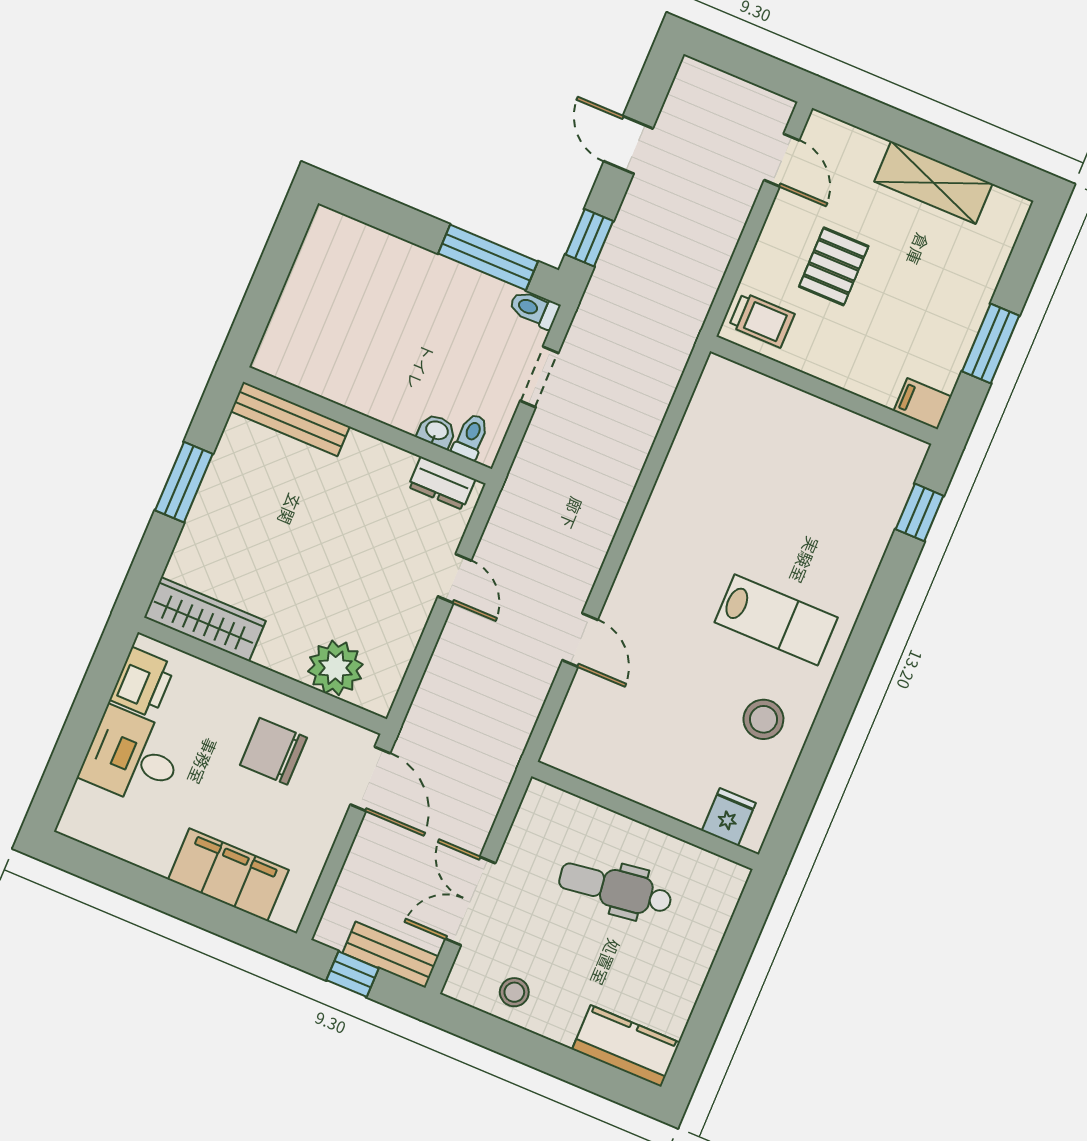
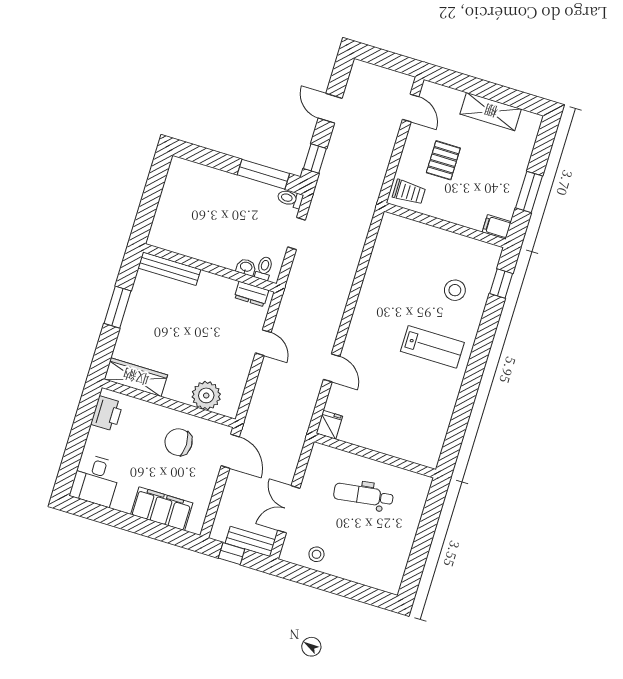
stool: (763, 719) -> (455, 290), moved
desk: (132, 757) -> (96, 480), moved, turned -90
fridge: (729, 817) -> (329, 425), moved
kitchen counter: (626, 1046) -> (377, 576), removed

